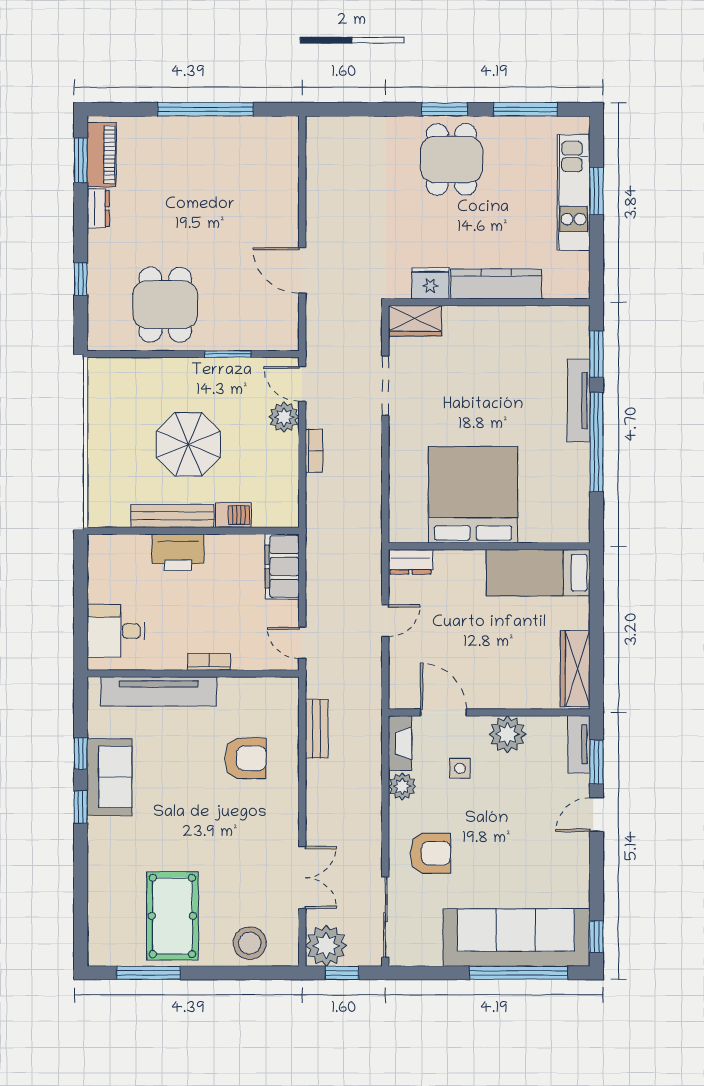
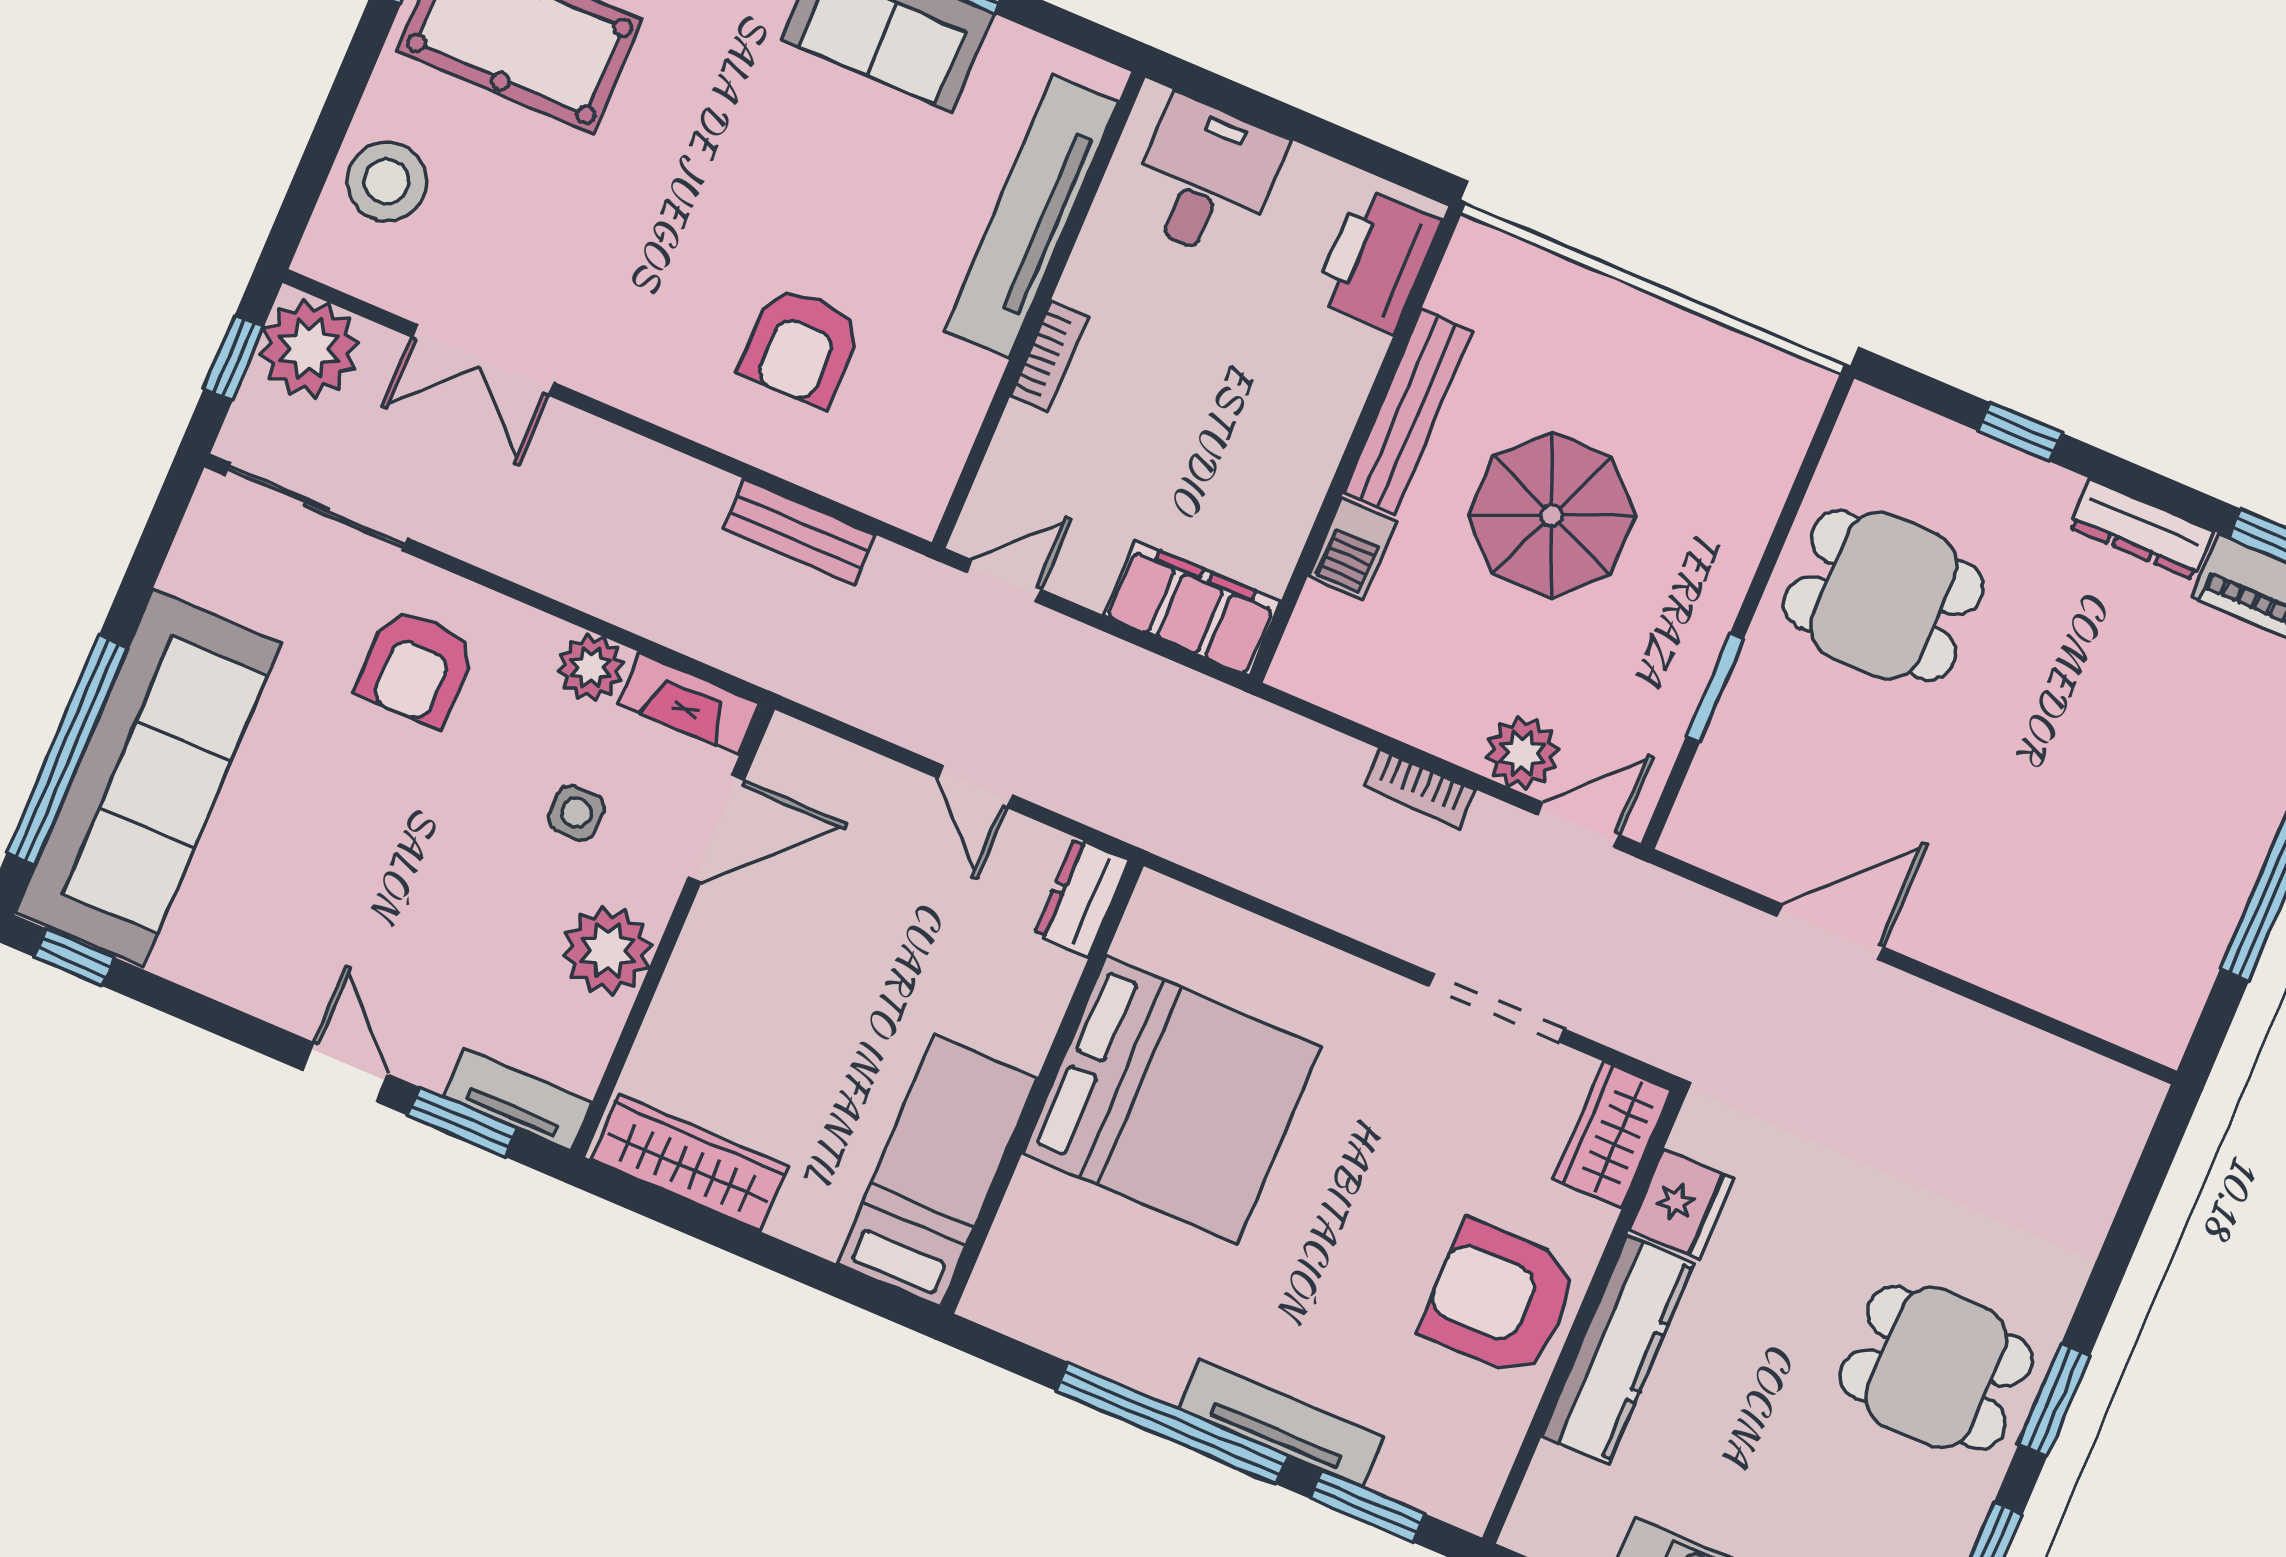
dresser: (98, 209) -> (2141, 529), width x1.44
armchair: (496, 337) -> (1500, 1299), added
printer: (178, 552) -> (1377, 260), moved

